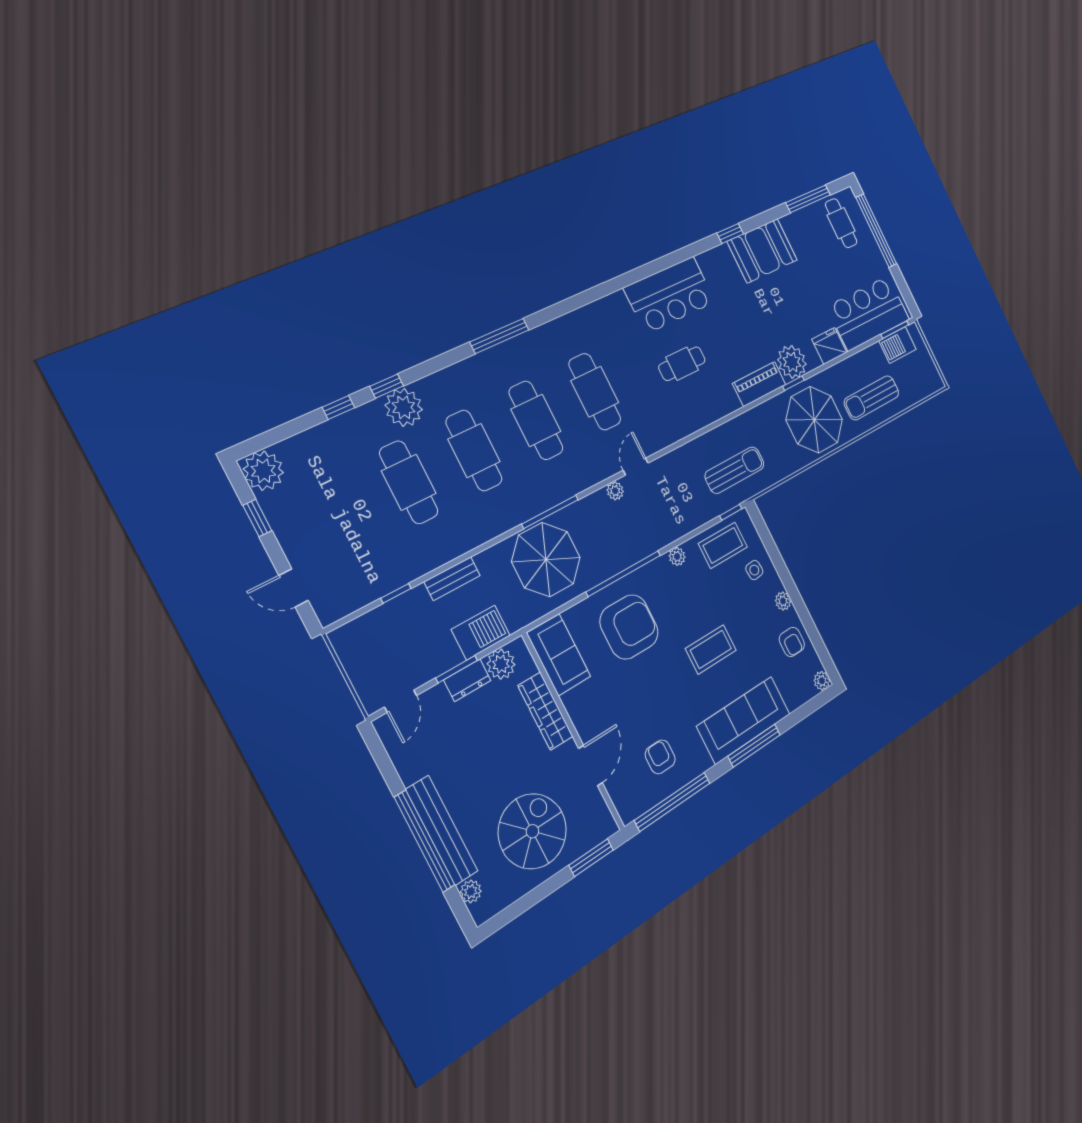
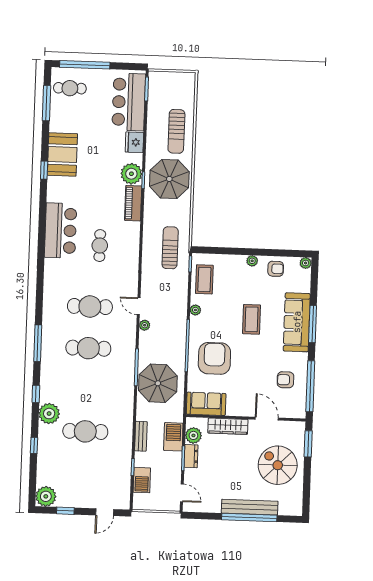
barbecue: (898, 345) -> (142, 480), moved
window: (387, 386) -> (36, 394), moved
cafe table: (474, 450) -> (87, 390), removed
side table: (754, 570) -> (227, 268), removed
plant: (471, 891) -> (285, 510), removed

